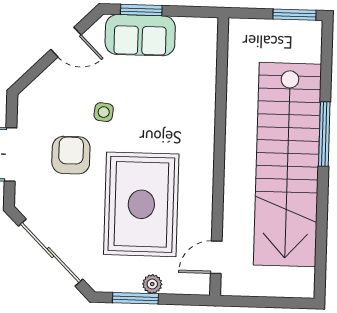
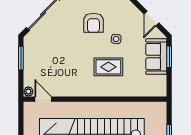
armchair: (71, 155) -> (93, 23), turned 90
rug: (141, 204) -> (108, 67), moved, width x0.54, depth x0.49
plant: (152, 284) -> (28, 92), moved

